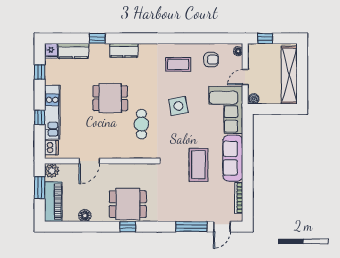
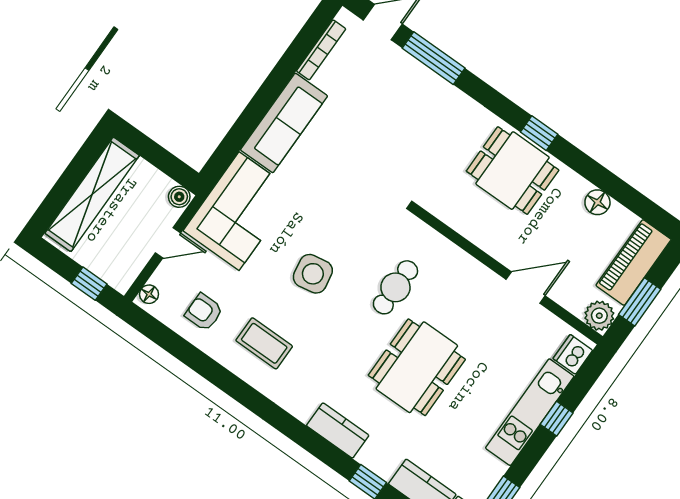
dining table: (110, 98) -> (417, 367), width x1.38
coffee table: (198, 165) -> (349, 152), removed

